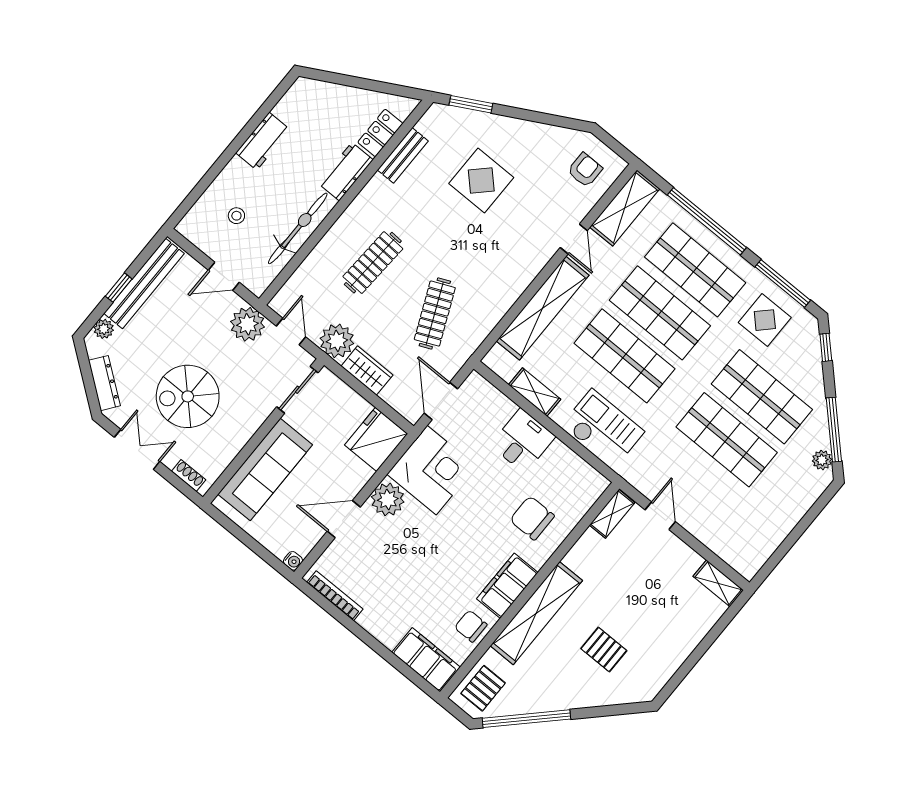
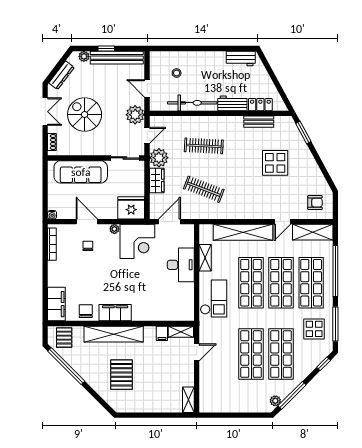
workbench: (263, 141) -> (241, 58), moved
clothes rail: (435, 314) -> (204, 189), turned 45
desk: (523, 441) -> (181, 265), width x1.37
plant: (388, 499) -> (114, 229), width x0.53, depth x0.53
chair: (532, 518) -> (88, 246), moved, width x0.54, depth x0.54
filing cabinet: (592, 543) -> (162, 333), added
pallet: (604, 650) -> (122, 375), width x1.50, depth x1.42
pallet: (483, 688) -> (64, 338), turned 90

